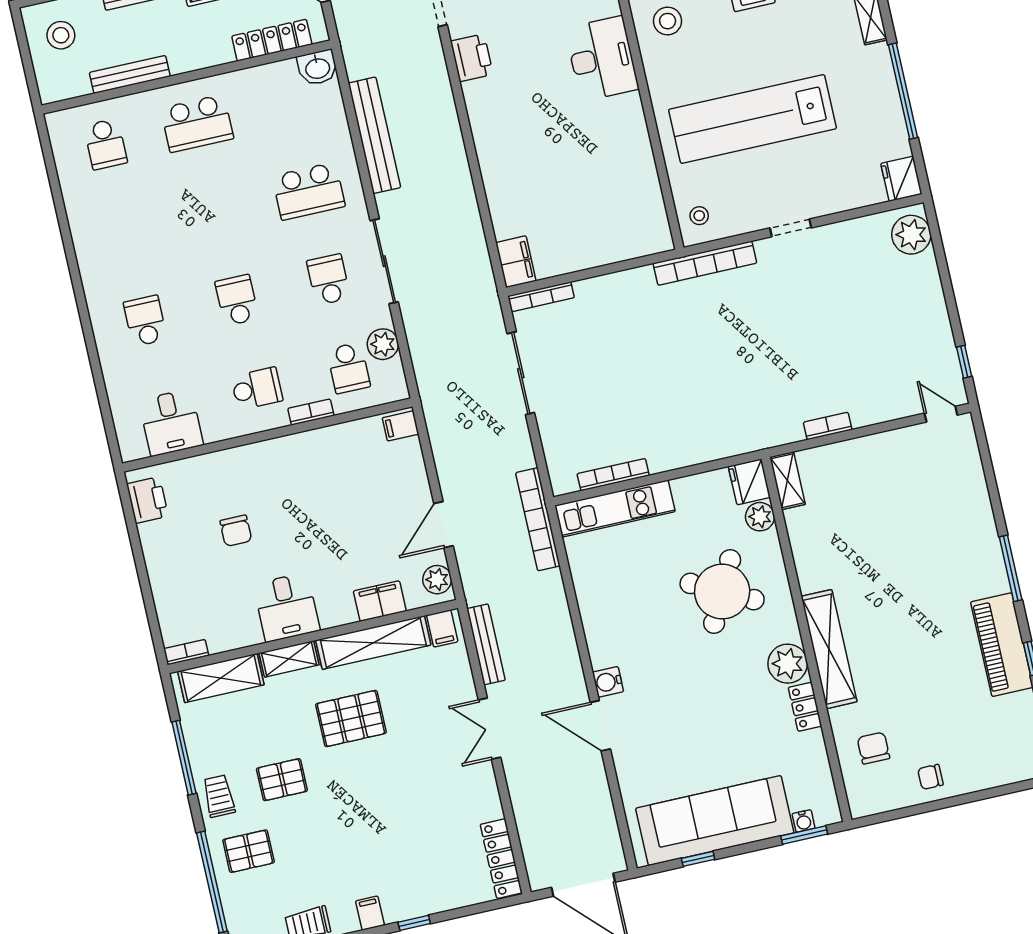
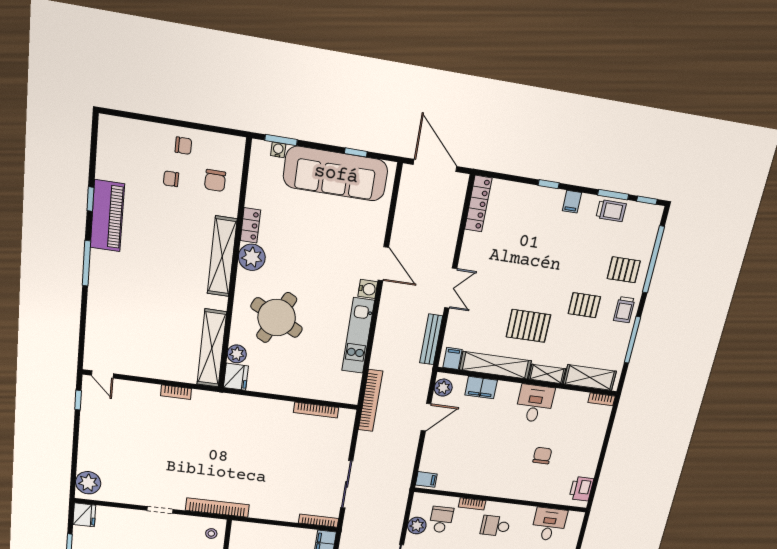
shelving: (787, 481) -> (212, 348), width x2.20, depth x1.33
kitchen unit: (615, 509) -> (358, 336), moved, turned -90
chair: (933, 727) -> (171, 179), added

